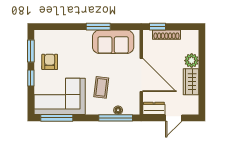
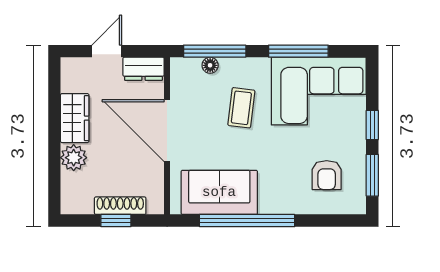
window: (98, 27) -> (247, 221), width x2.11
window: (157, 27) -> (116, 221), moved
armchair: (50, 62) -> (327, 175), moved
window: (57, 118) -> (298, 51), moved

